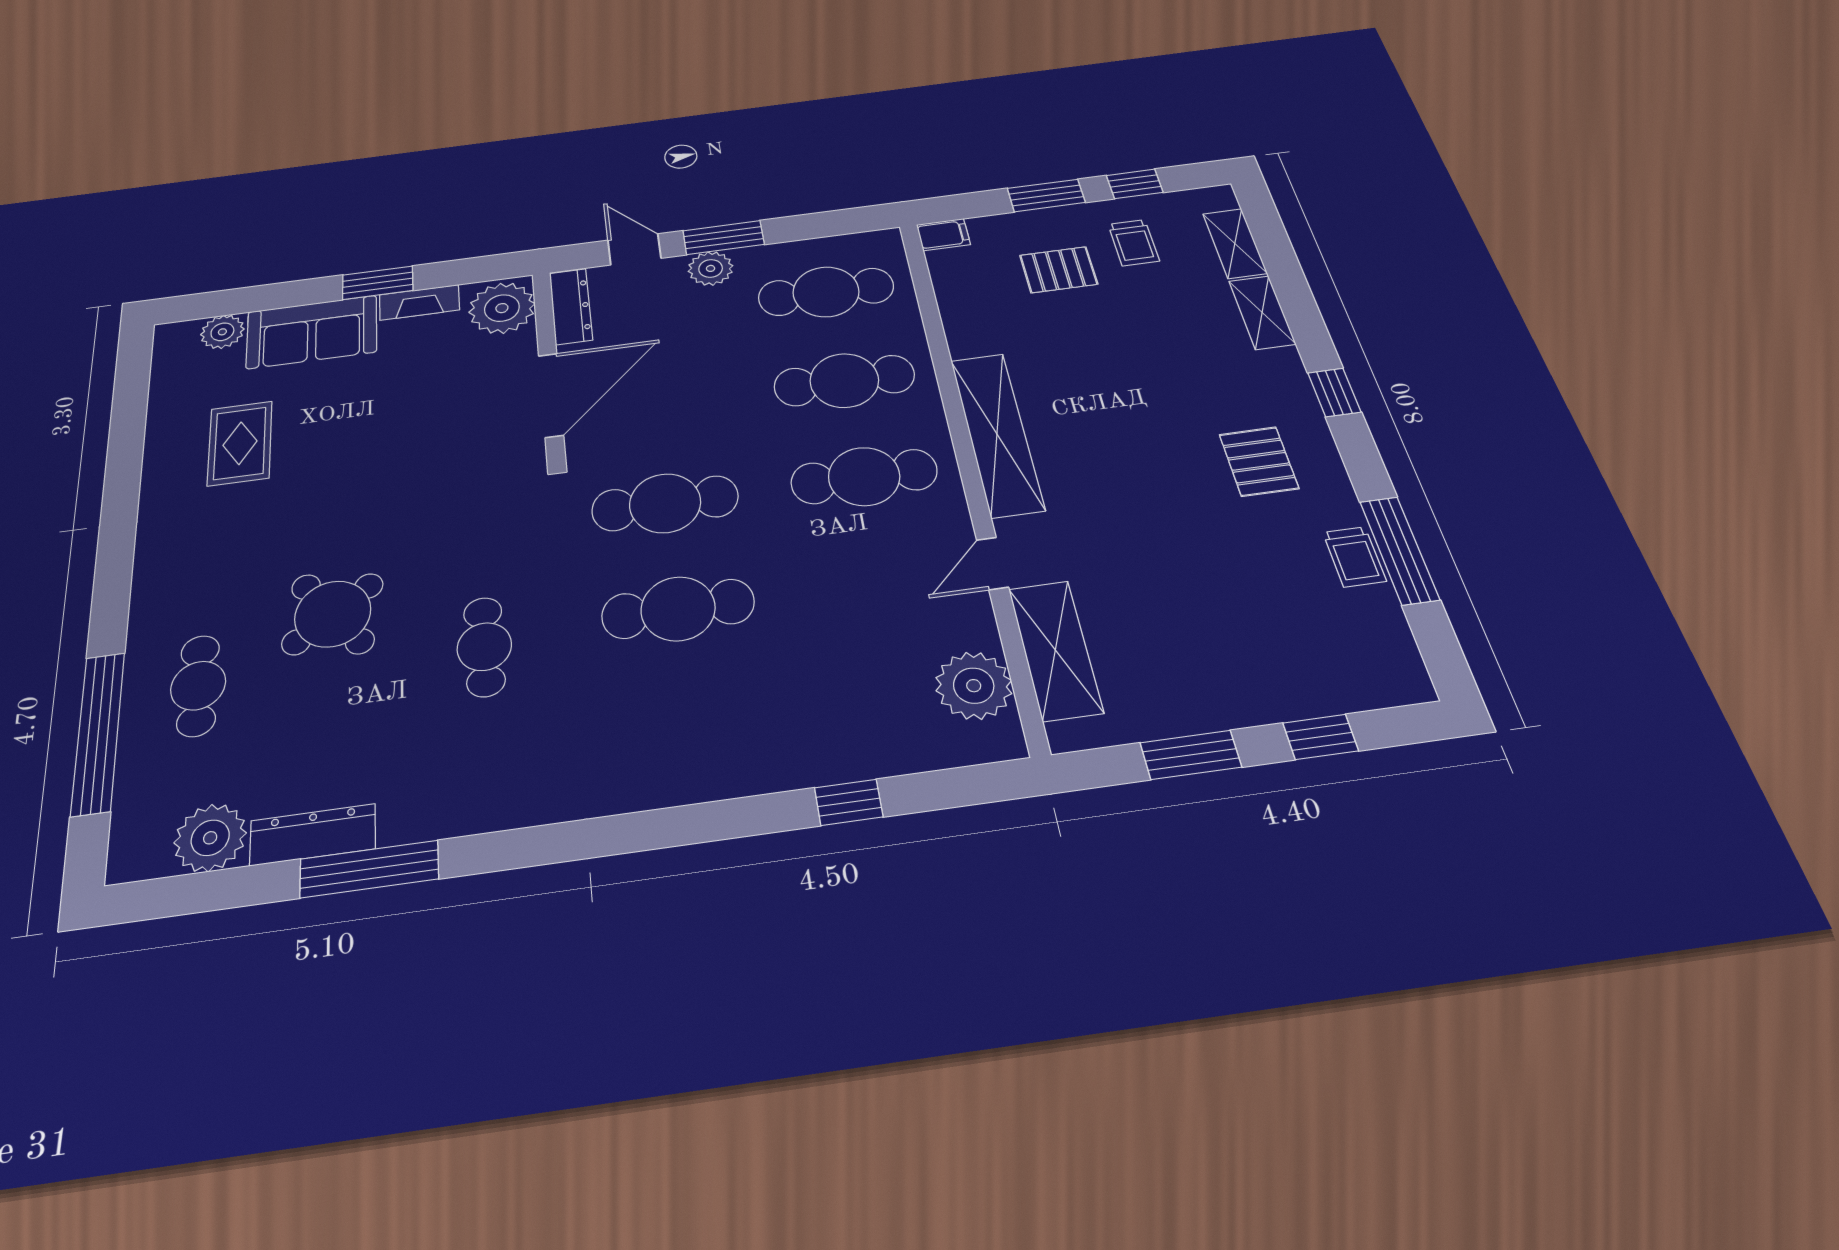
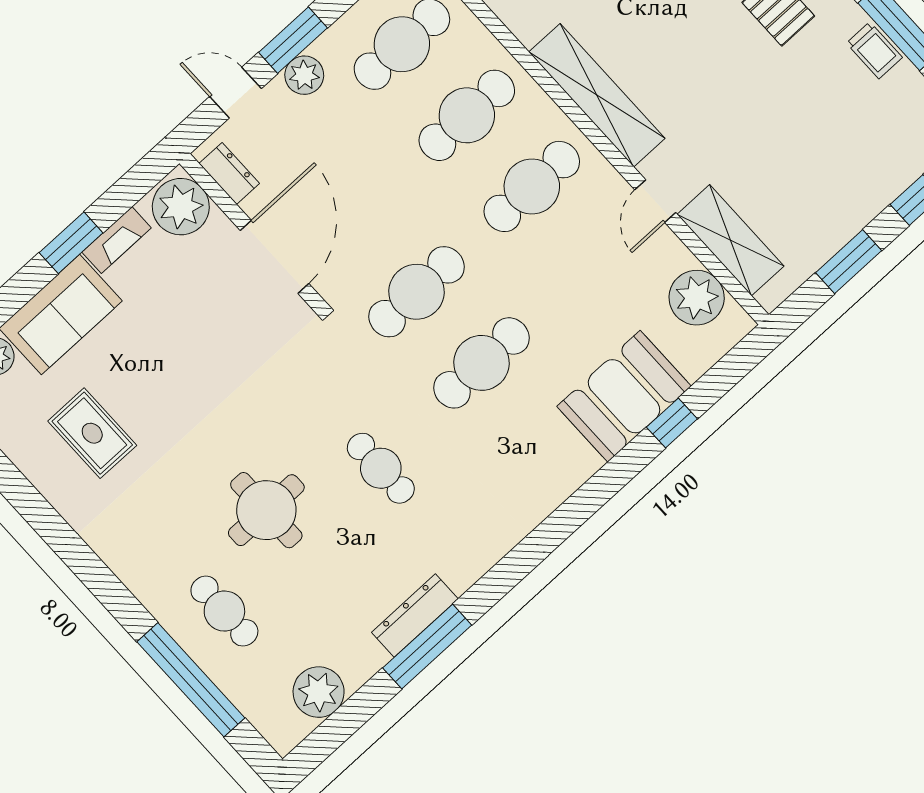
dresser: (571, 306) -> (229, 173), width x0.70
round table: (333, 614) -> (266, 510), turned 37
booth: (812, 738) -> (624, 396), added
dresser: (313, 835) -> (415, 616), moved

